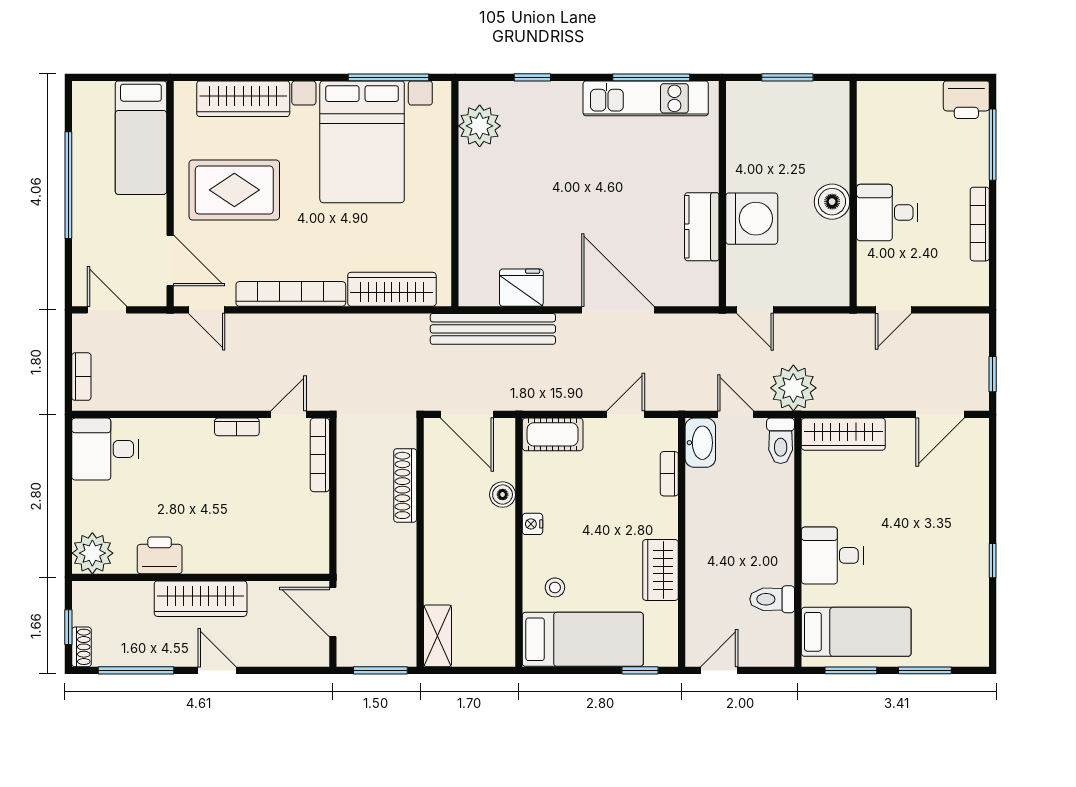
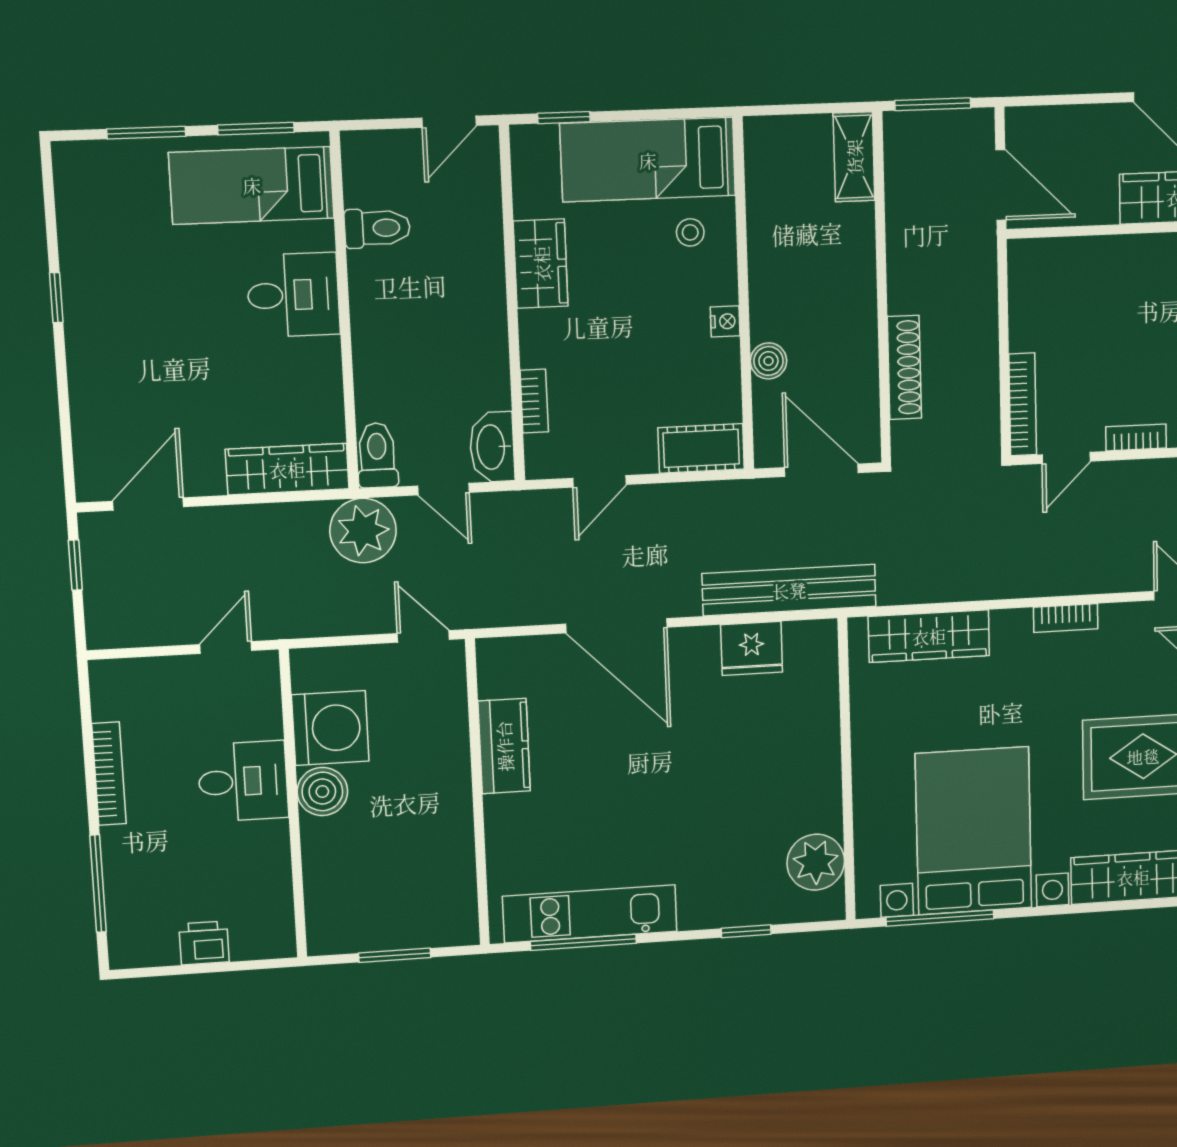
printer: (966, 100) -> (204, 943), moved, width x0.73, depth x0.81
washing machine: (752, 219) -> (330, 728), moved, turned 180
bookcase: (291, 294) -> (1066, 618), width x0.43, depth x0.76

